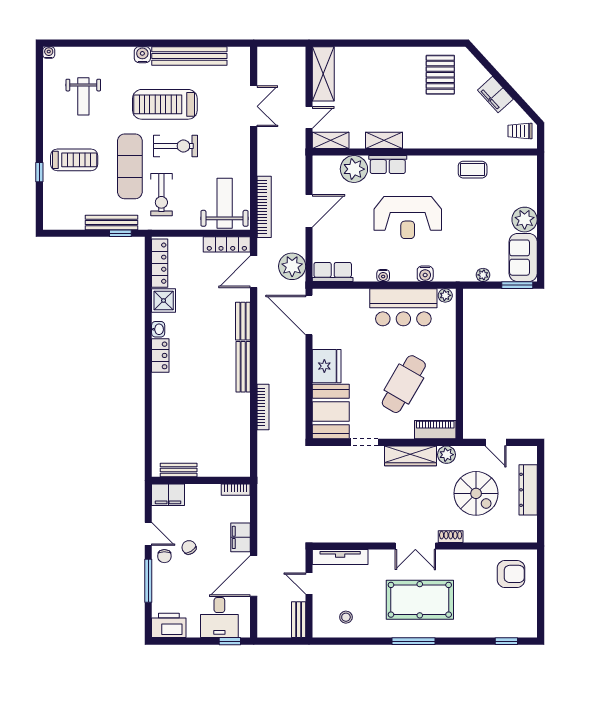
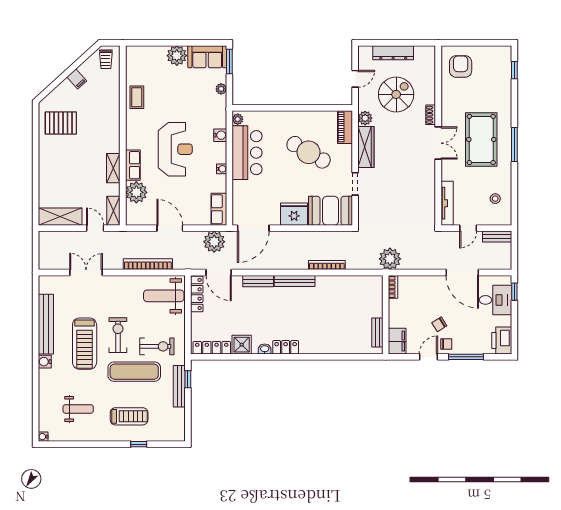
filing cabinet: (495, 95) -> (77, 79), width x0.50
treadmill: (74, 160) -> (129, 416), turned 90
bookcase: (264, 207) -> (148, 264), moved
plant: (271, 486) -> (390, 259), added
filing cabinet: (241, 537) -> (431, 283), removed

